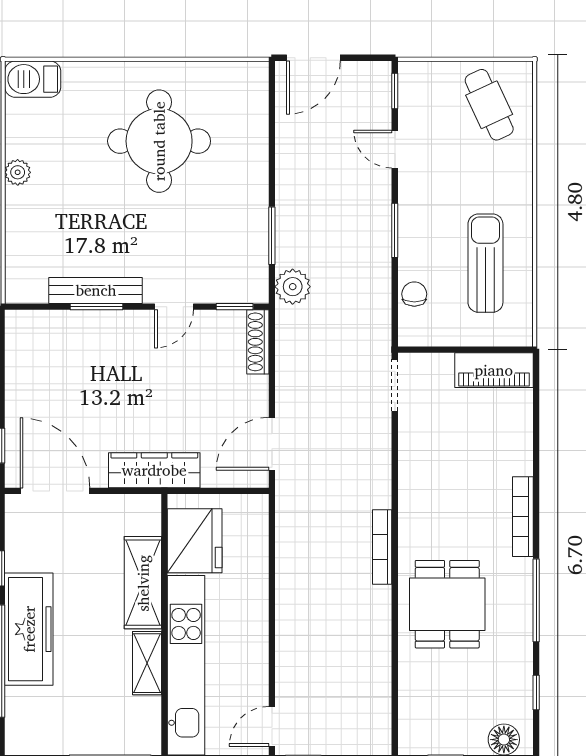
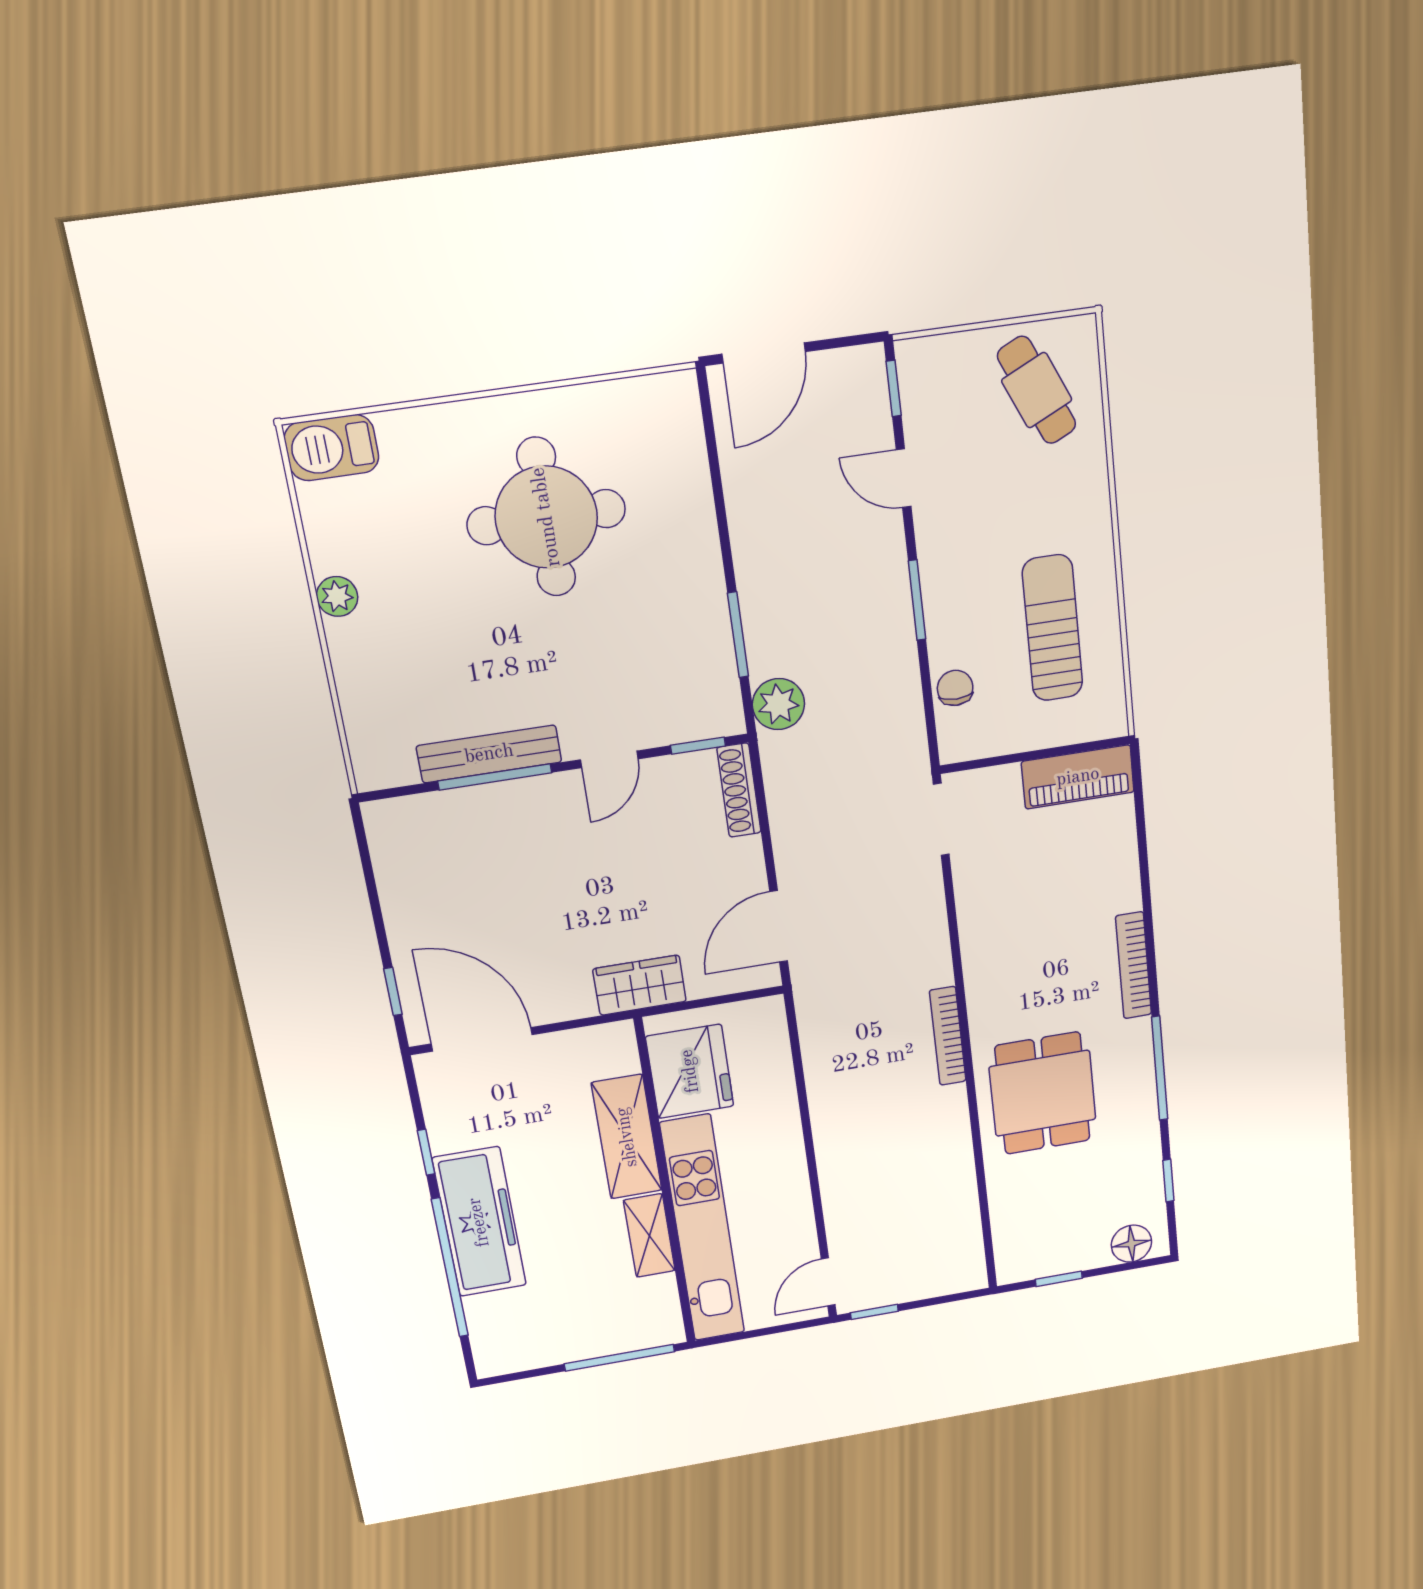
window: (96, 307) -> (495, 777), width x1.44
wardrobe: (154, 470) -> (640, 985), width x0.67

